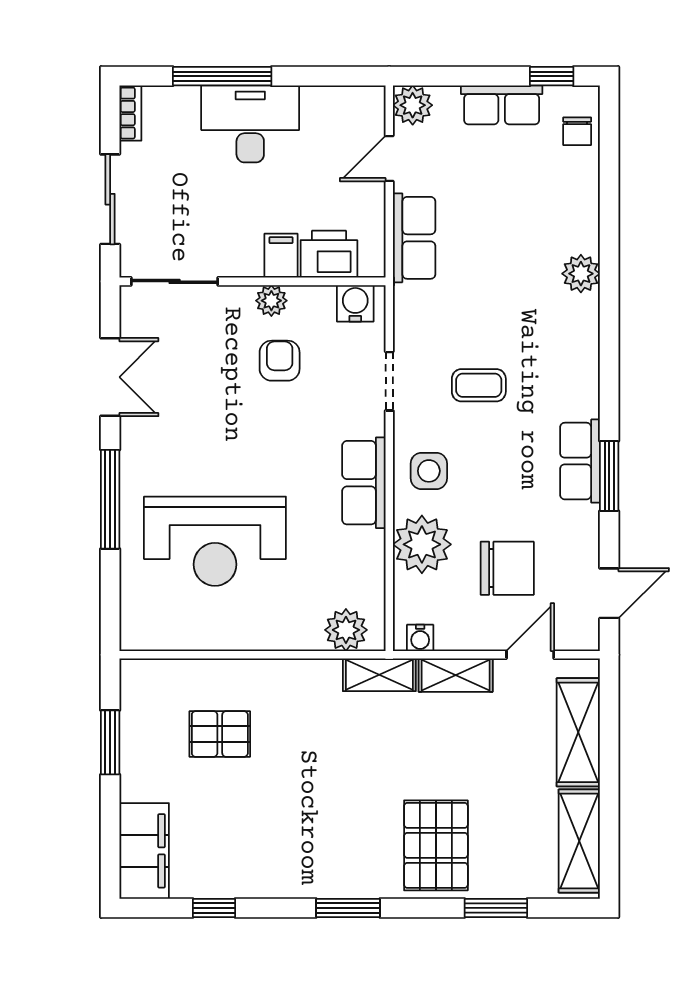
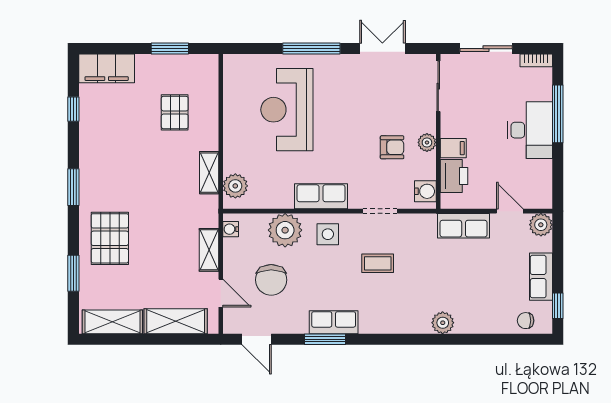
double door: (110, 377) -> (382, 49), swing flipped
coffee table: (479, 385) -> (378, 263), turned 90
shelving: (379, 675) -> (209, 173), moved
pallet: (436, 845) -> (110, 238), turned 90

